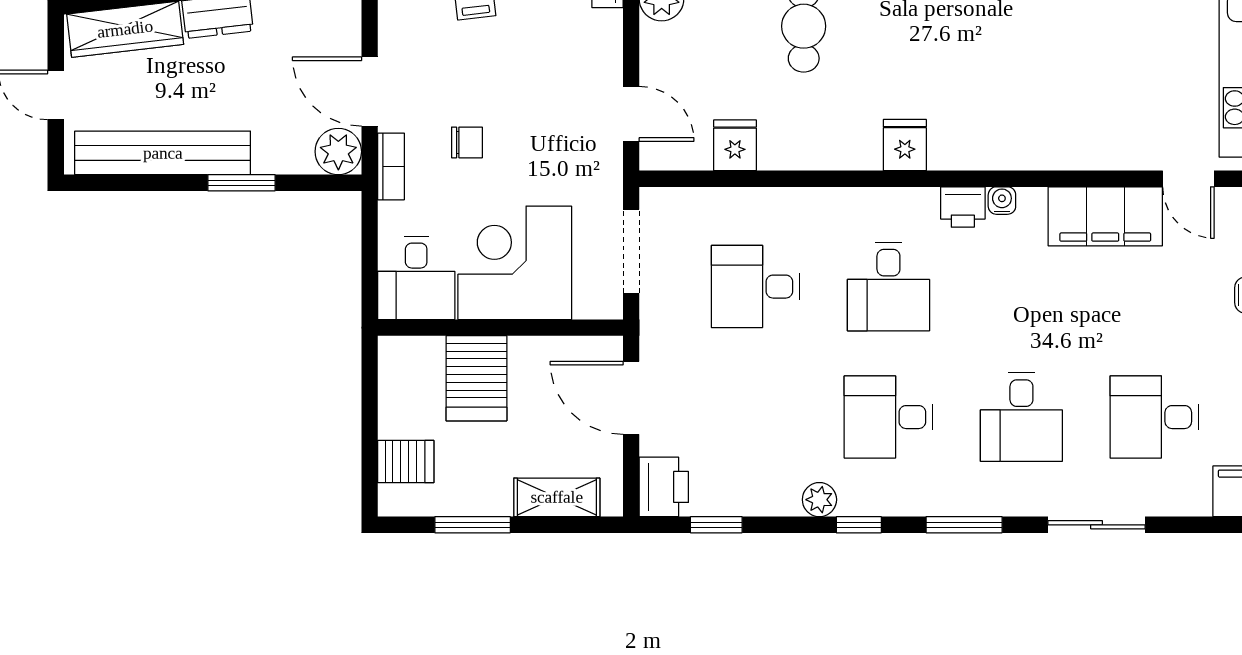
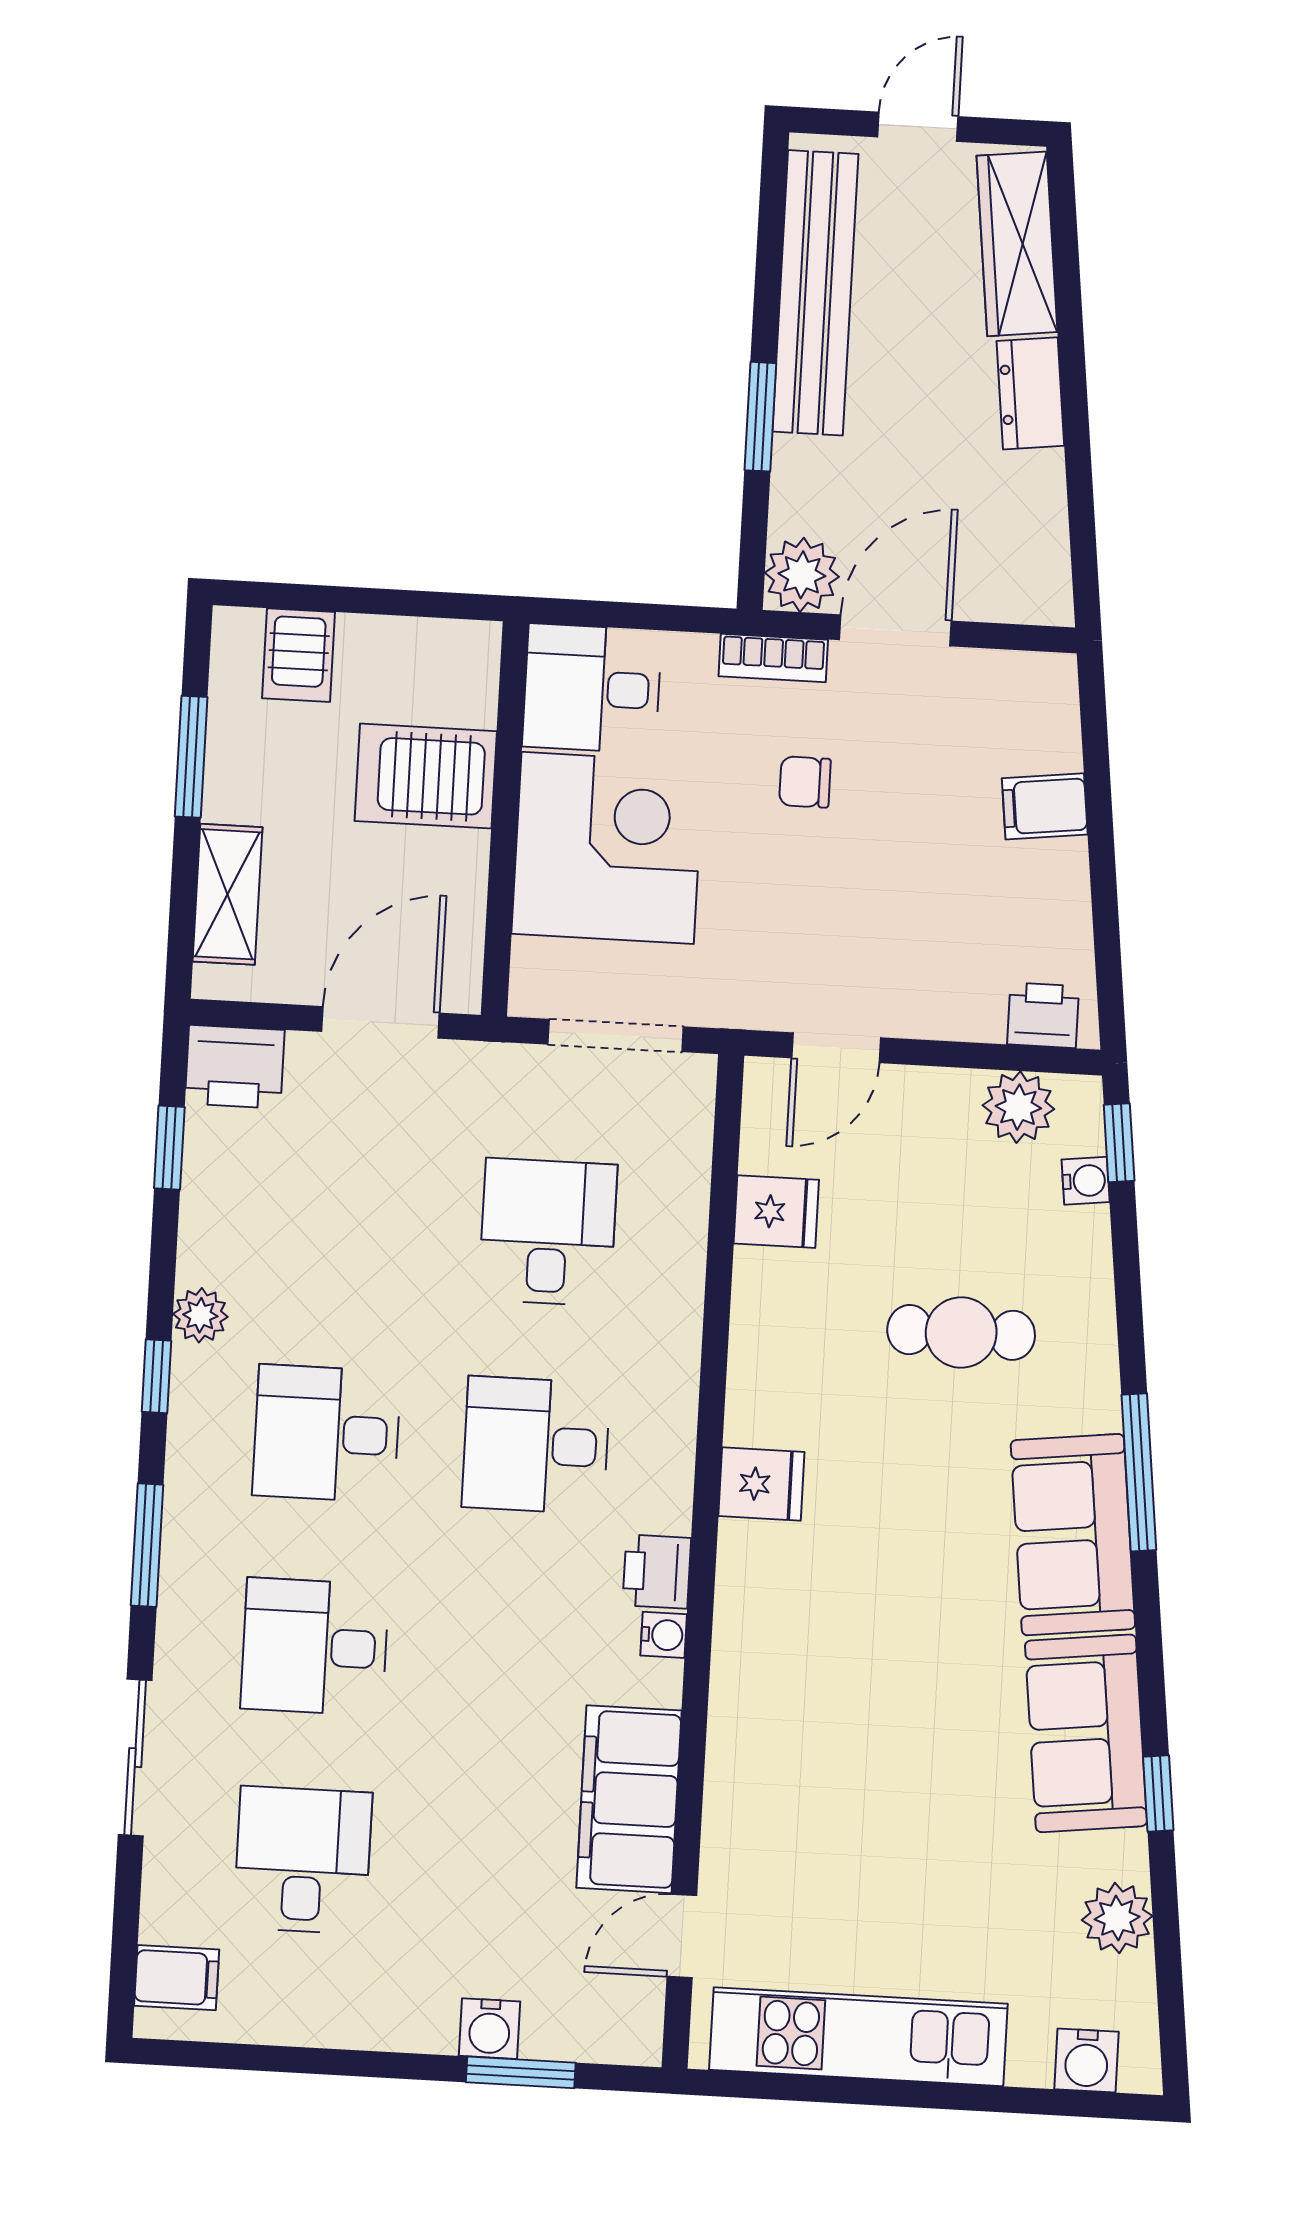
chair: (467, 142) -> (805, 782), turned 90
desk: (888, 417) -> (327, 1433), turned -90

